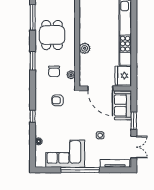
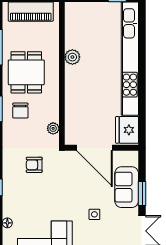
plant: (85, 48) -> (72, 57), moved
chair: (54, 71) -> (20, 111), moved
sofa: (123, 105) -> (127, 187), moved

